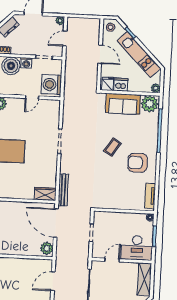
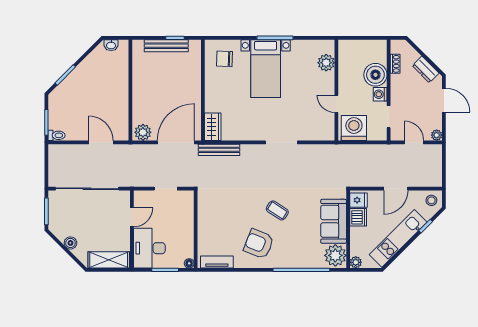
armchair: (138, 163) -> (259, 244), turned -68
door: (112, 260) -> (132, 217), hinge flipped

